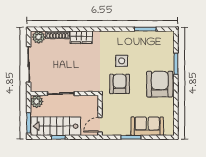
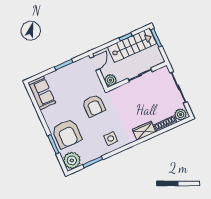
plant: (165, 40) -> (72, 160), added
side table: (122, 61) -> (111, 139), moved
armchair: (160, 84) -> (67, 134), moved
plant: (37, 101) -> (110, 80), moved
sofa: (147, 126) -> (42, 93), moved, turned -90

